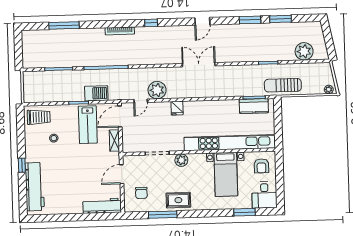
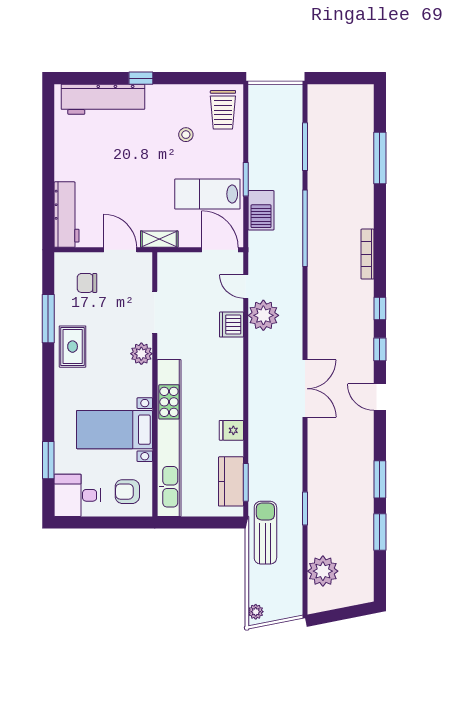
window: (175, 22) -> (380, 349), added
dishwasher: (163, 108) -> (231, 325), added
fridge: (177, 108) -> (231, 430), moved
shelving: (114, 141) -> (159, 239), moved

